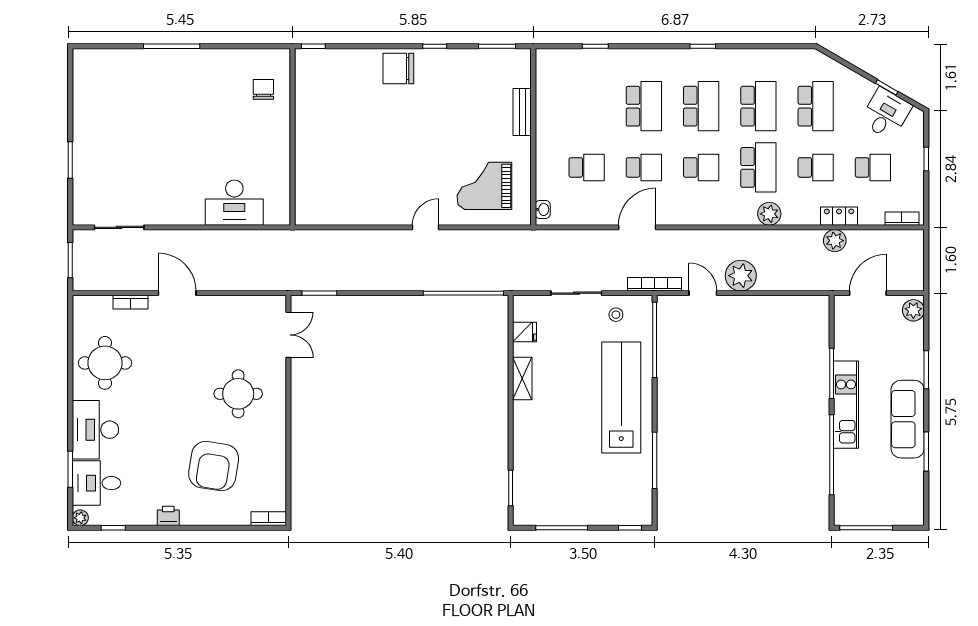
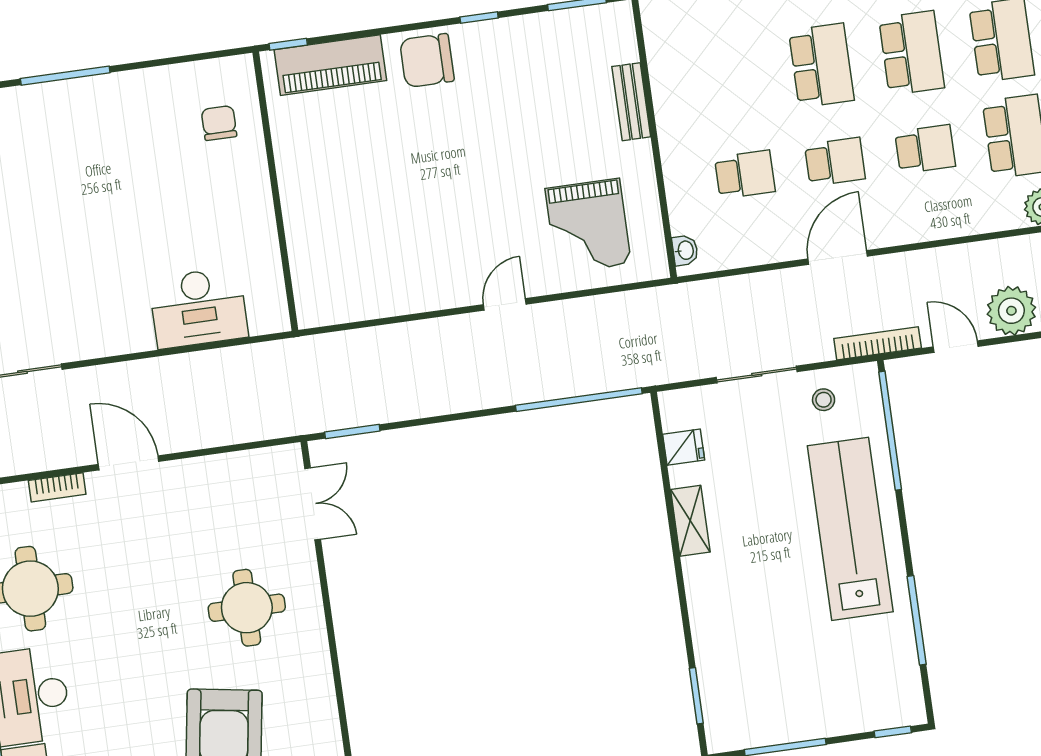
piano: (338, 63) -> (330, 65), added
grand piano: (484, 186) -> (588, 226), turned -90

